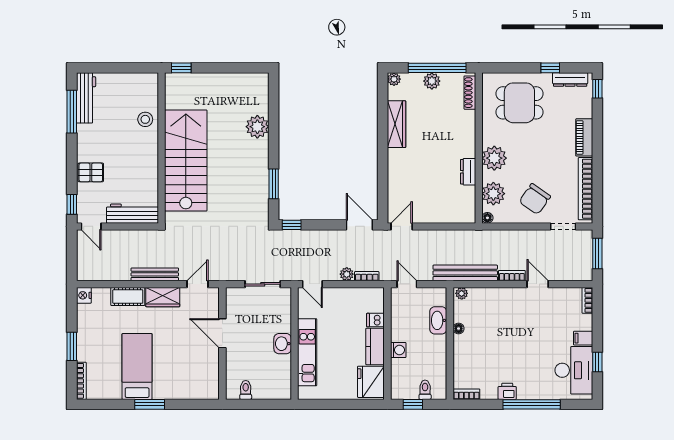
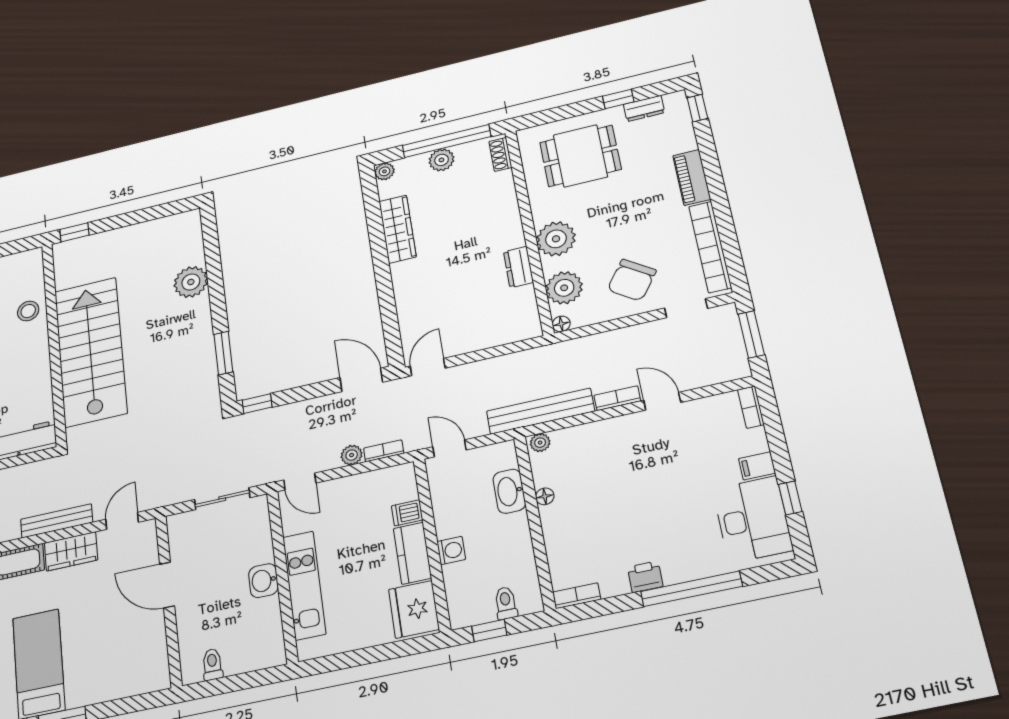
dresser: (570, 79) -> (644, 108), width x0.70
shoe rack: (470, 93) -> (500, 154), width x0.70

